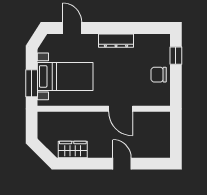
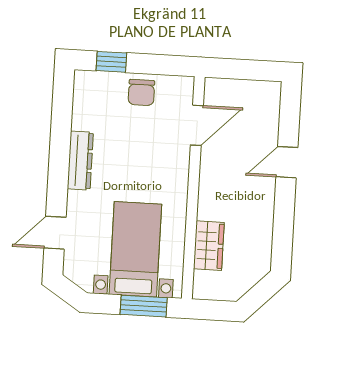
door: (121, 109) -> (197, 125), moved
wardrobe: (73, 149) -> (209, 246), moved, turned 180

